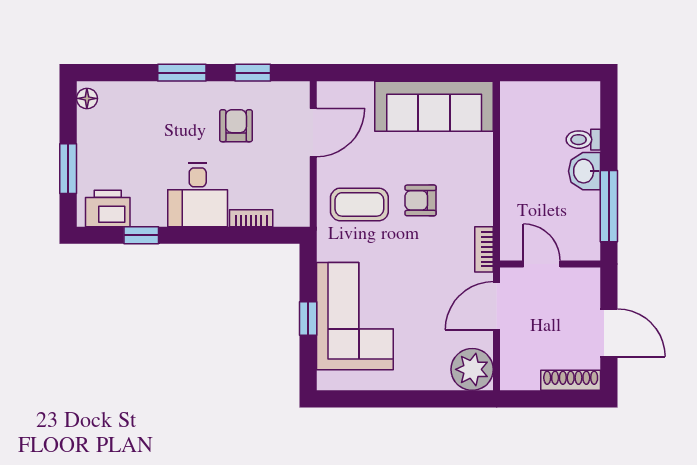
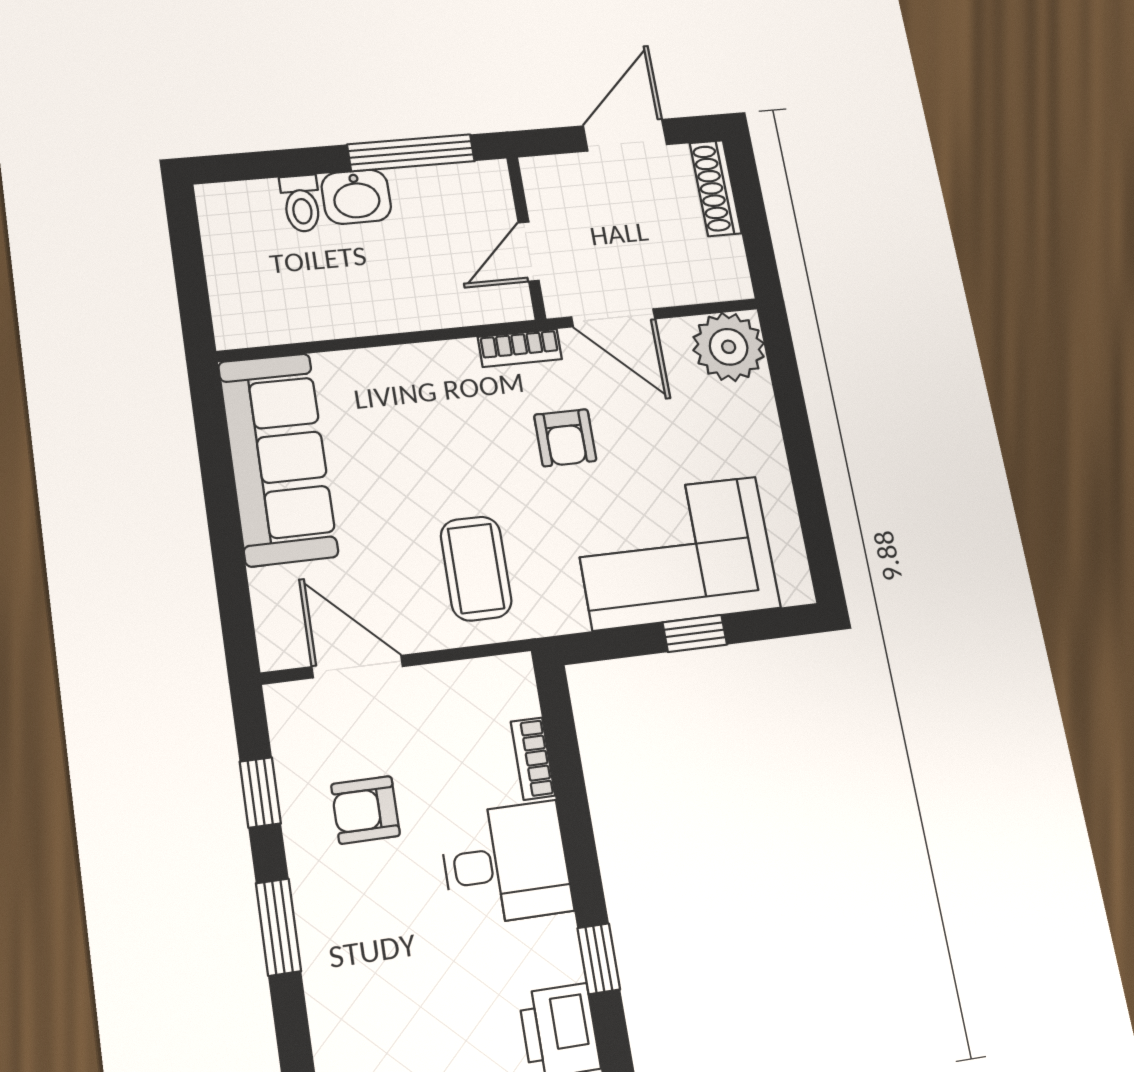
armchair: (421, 200) -> (565, 438), moved

